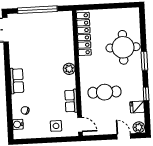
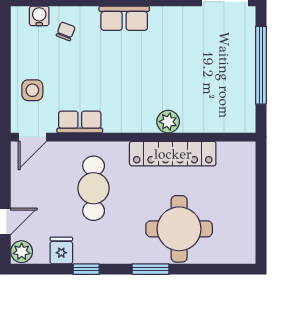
locker: (84, 34) -> (173, 154), moved
plant: (69, 69) -> (168, 122), moved

